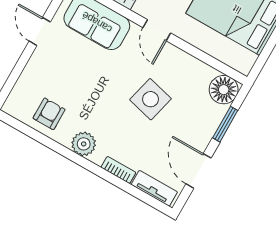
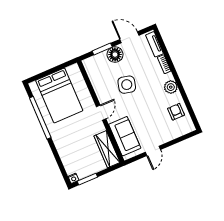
floor lamp: (224, 90) -> (115, 55), moved
armchair: (49, 114) -> (176, 112), turned 90
door: (199, 171) -> (129, 37), swing flipped

